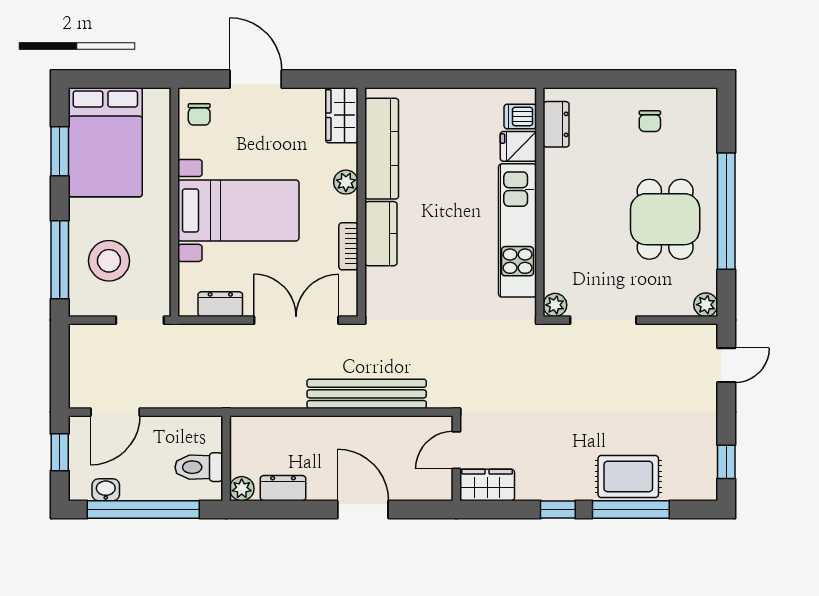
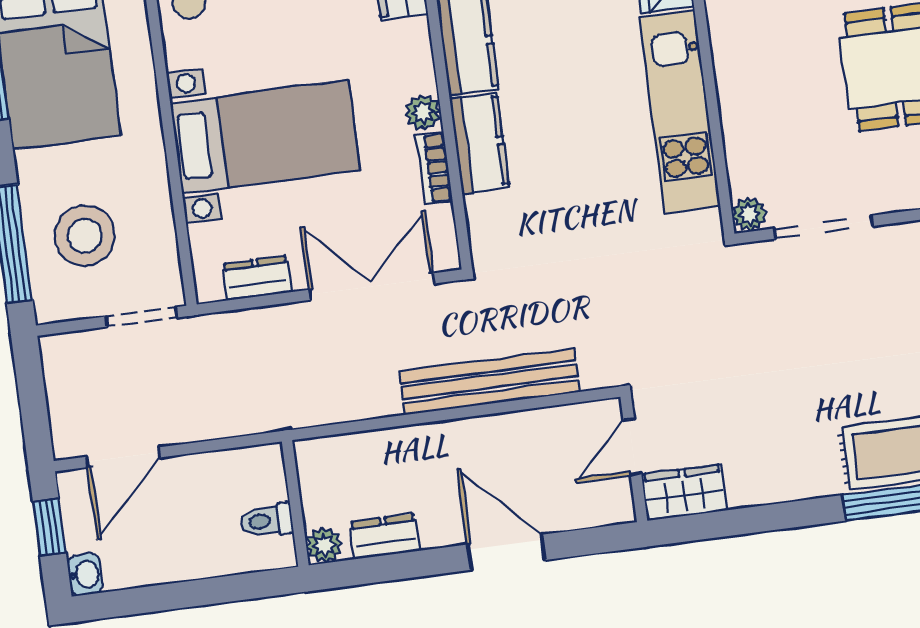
plant: (346, 182) -> (423, 112), moved
toilet: (199, 467) -> (267, 521), width x0.73, depth x0.72
washbasin: (106, 490) -> (85, 574), moved, turned 90
window: (143, 509) -> (183, 595), removed
window: (558, 509) -> (793, 515), removed

